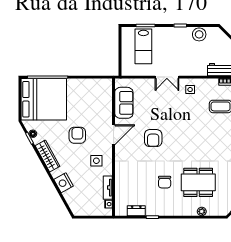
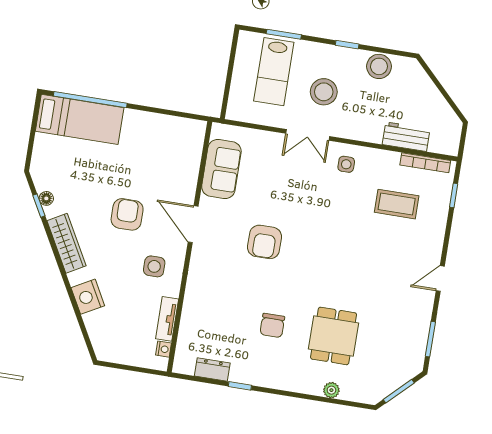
stool: (172, 53) -> (324, 92), added
bed: (44, 99) -> (80, 119), width x0.49
door: (114, 135) -> (193, 224), swing flipped
dining table: (198, 182) -> (334, 336), width x0.73

